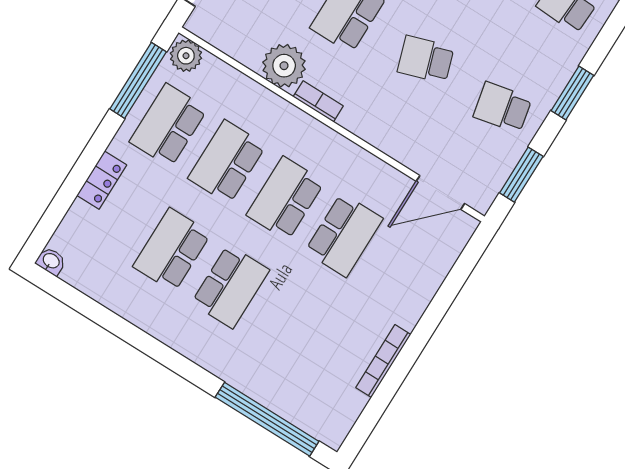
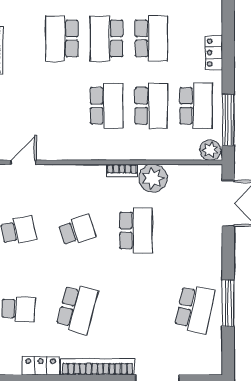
door: (440, 192) -> (23, 162), width x0.73
school desk: (344, 235) -> (62, 38), moved

